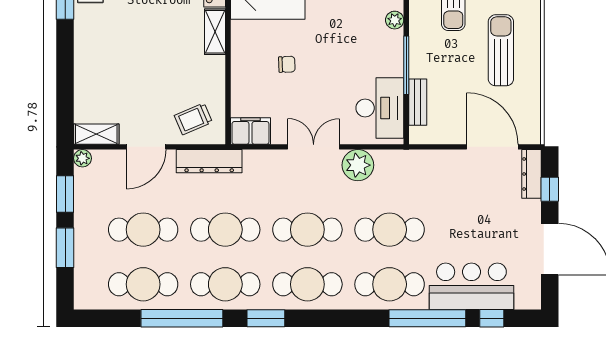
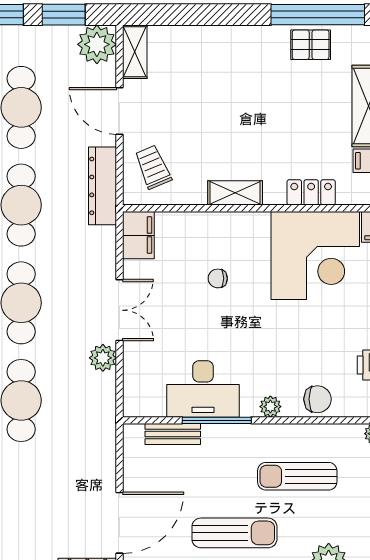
shelving: (215, 32) -> (235, 193), moved
chair: (287, 64) -> (218, 278), turned 92
desk: (380, 108) -> (203, 389), moved
plant: (82, 158) -> (97, 44), width x1.87, depth x1.87
plant: (358, 165) -> (103, 358), width x0.73, depth x0.73

